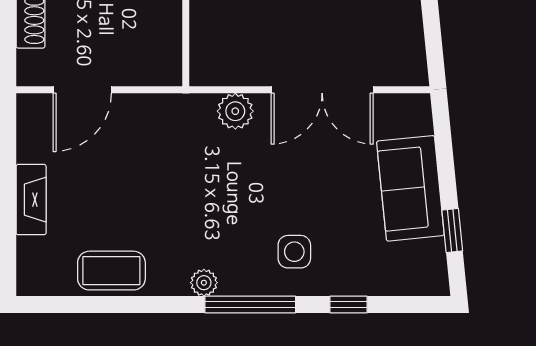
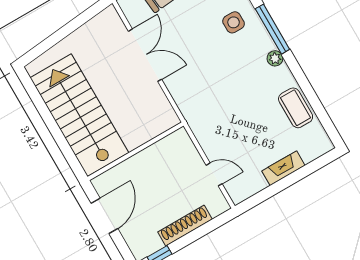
door: (82, 90) -> (214, 174), width x0.73
plant: (235, 111) -> (181, 92), removed

